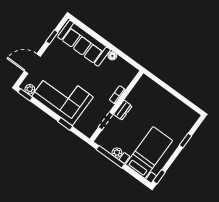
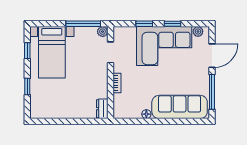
window: (52, 37) -> (212, 92), width x2.17
window: (25, 95) -> (172, 24), moved
dresser: (123, 110) -> (102, 109), moved
plant: (117, 153) -> (103, 32), moved
window: (159, 177) -> (27, 51), moved

